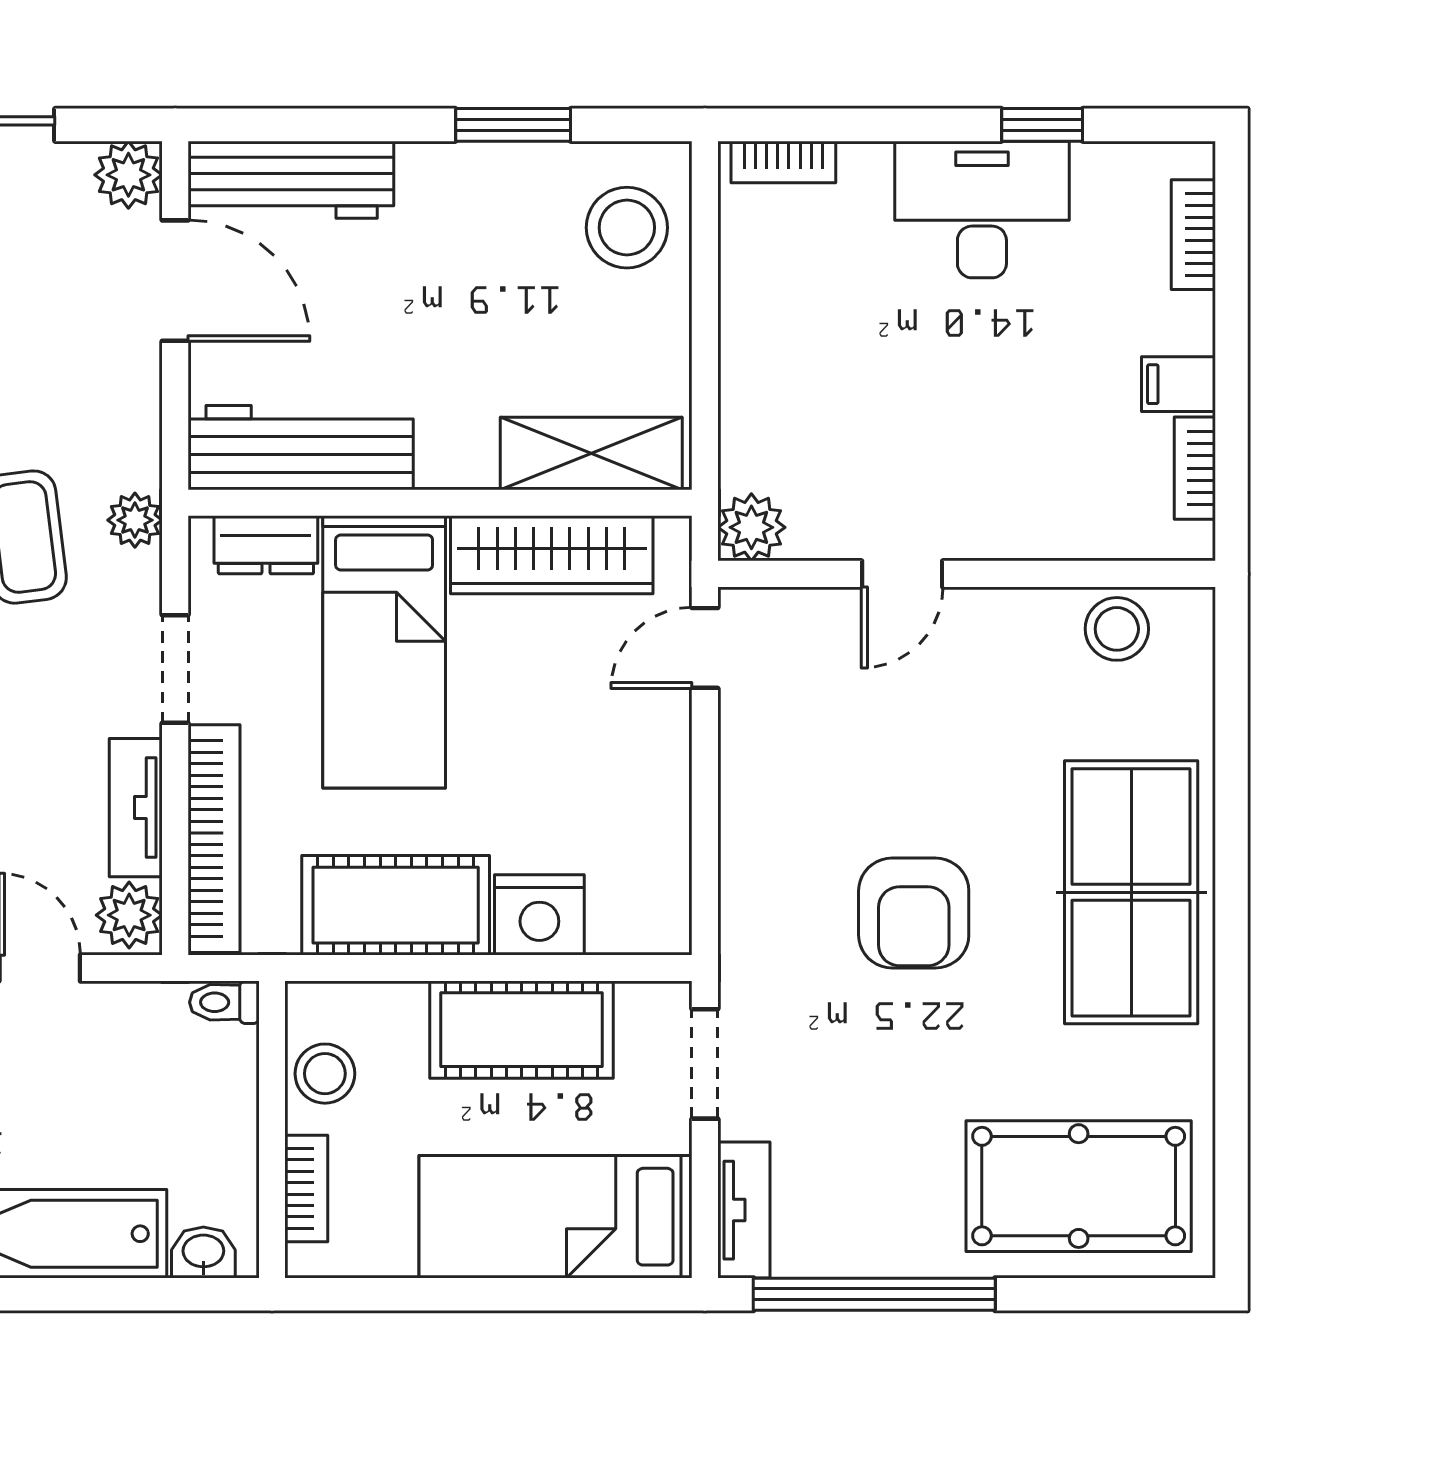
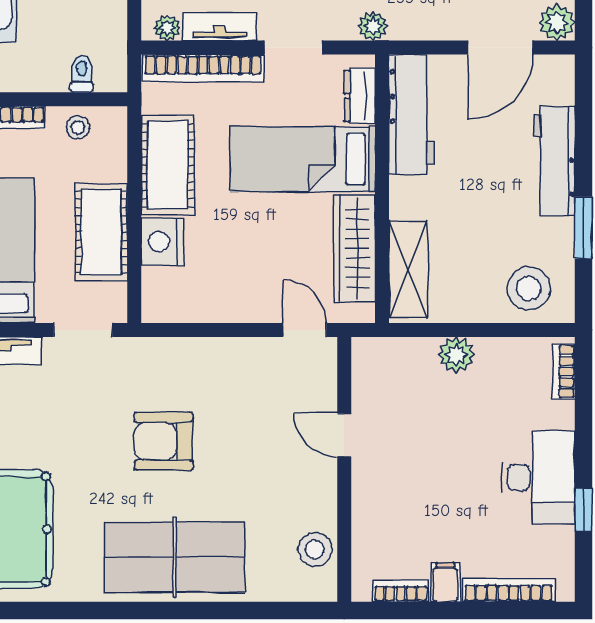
workbench: (291, 180) -> (554, 161), moved
bookcase: (1193, 235) -> (509, 590), width x1.56
plant: (751, 527) -> (456, 355), moved
plant: (129, 915) -> (167, 28), width x0.73, depth x0.73
toilet: (224, 1002) -> (82, 74), moved
stool: (325, 1074) -> (78, 127), width x0.73, depth x0.73

